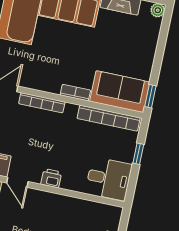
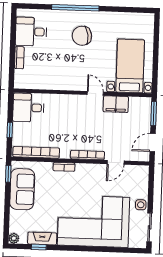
sofa: (120, 92) -> (22, 189), moved, turned -90
printer: (51, 178) -> (71, 101), removed

